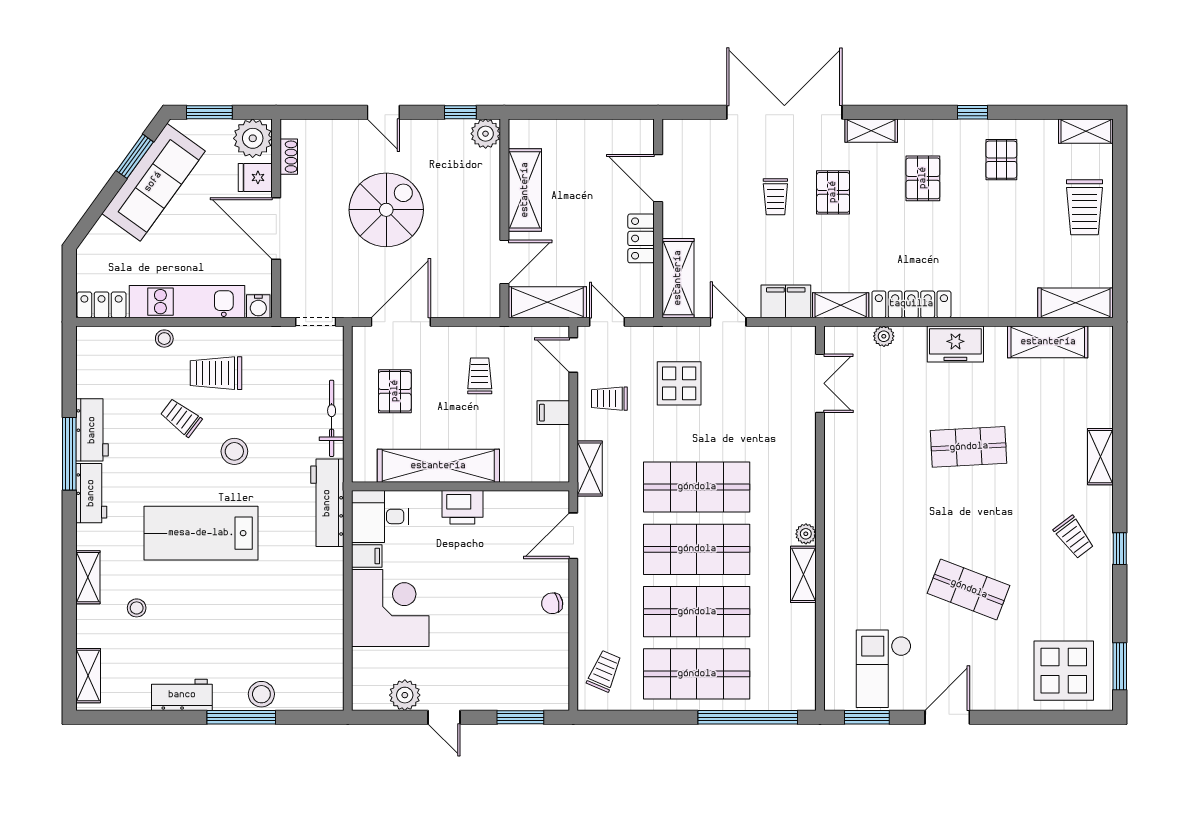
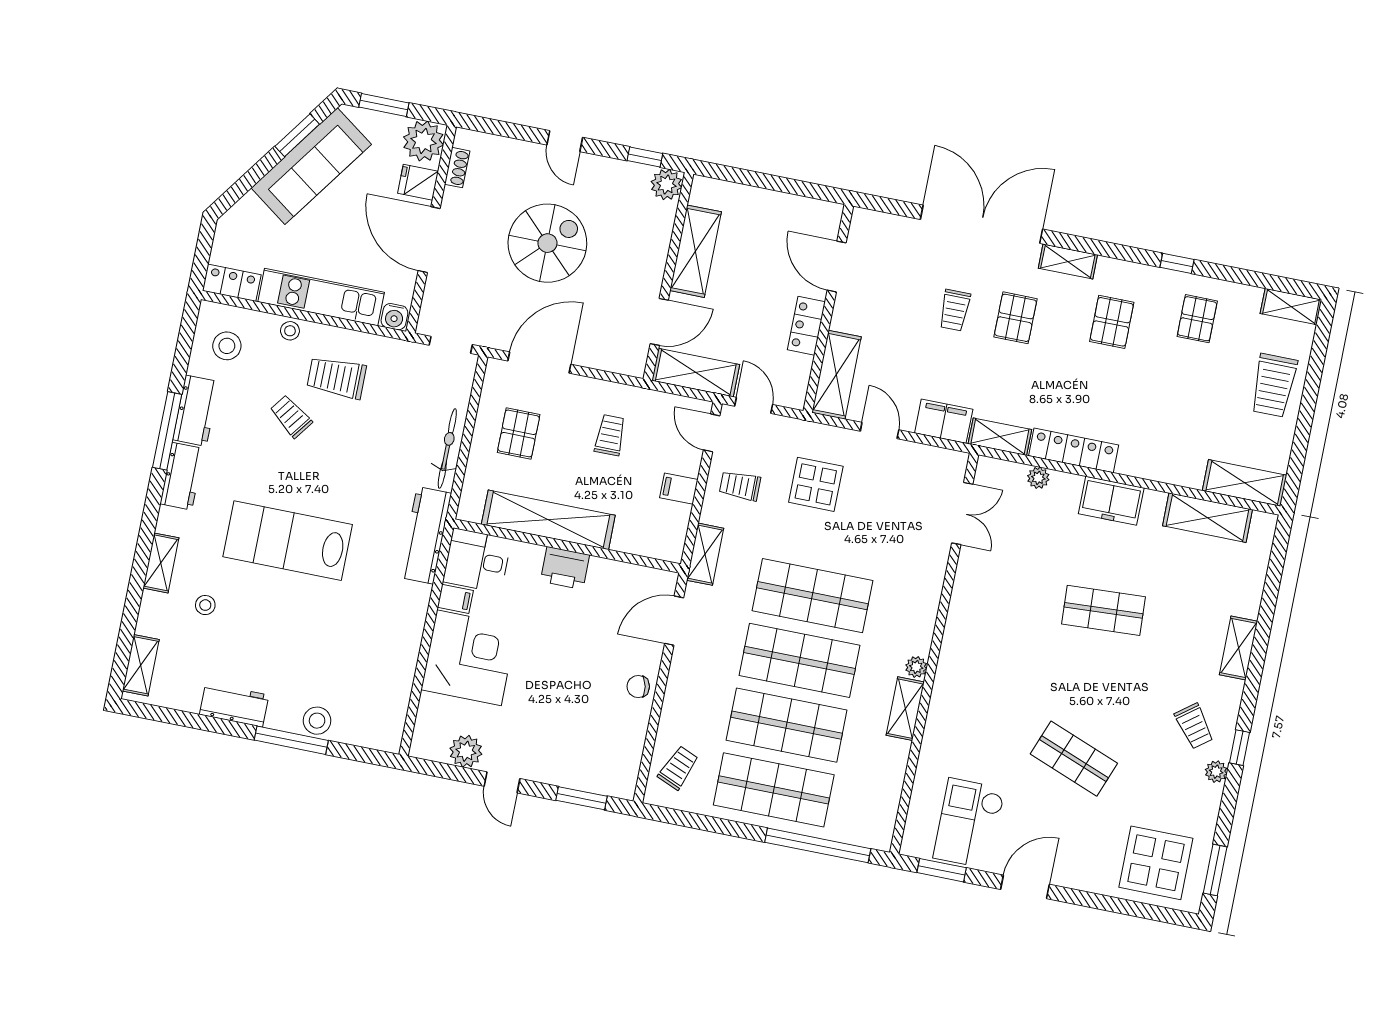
stool: (234, 451) -> (227, 346), moved
plant: (1103, 575) -> (1216, 772), added

